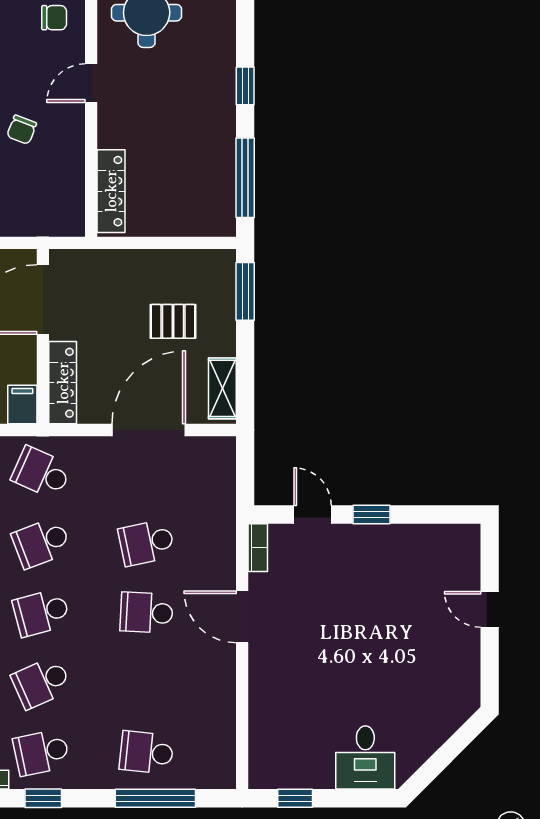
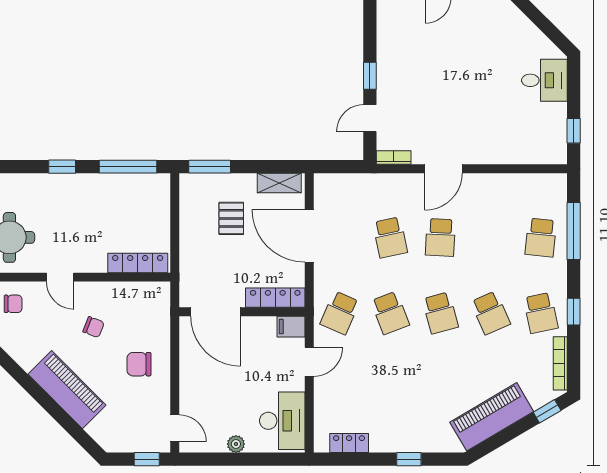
chair: (54, 18) -> (13, 304), turned 90

